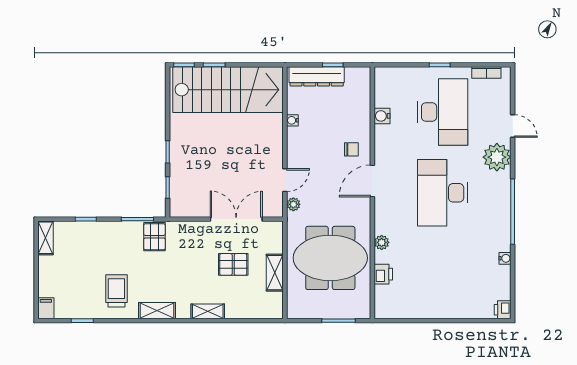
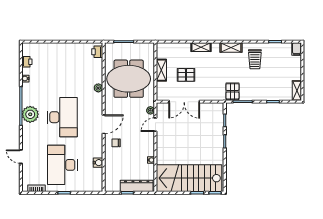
plant: (497, 157) -> (30, 114), moved
printer: (383, 274) -> (97, 52), moved
printer: (503, 310) -> (27, 62), moved

